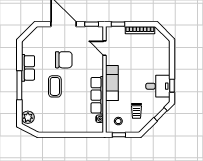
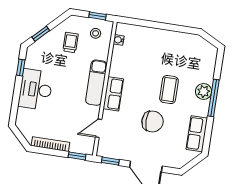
door: (105, 48) -> (99, 128), swing flipped
chair: (64, 60) -> (153, 121), turned 180
row of seats: (28, 68) -> (197, 134), moved
desk: (158, 86) -> (36, 89), moved, width x1.37
row of seats: (97, 95) -> (113, 94), moved, width x0.68
plant: (28, 117) -> (204, 91), moved

